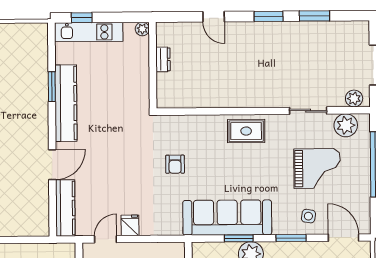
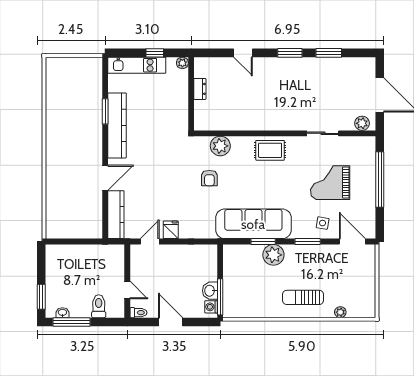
window: (82, 18) -> (155, 53), moved
plant: (346, 125) -> (220, 146), moved
grand piano: (317, 169) -> (330, 183), turned 180

